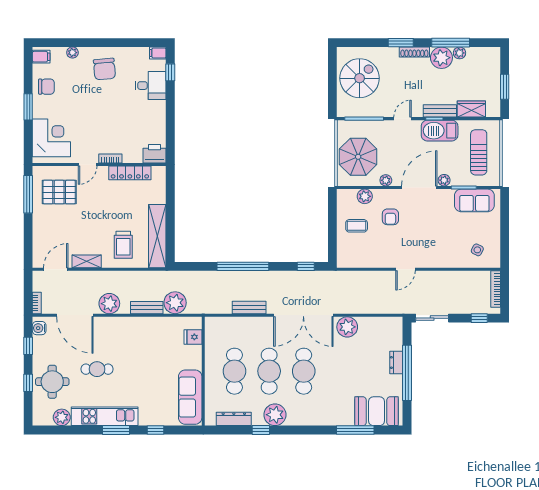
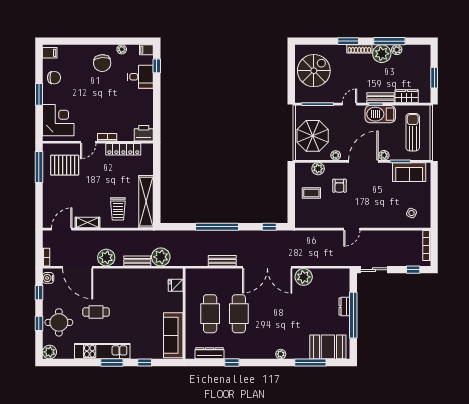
plant: (72, 53) -> (122, 49), moved
cafe table: (304, 371) -> (268, 314), removed
plant: (275, 415) -> (281, 354), moved, width x0.53, depth x0.53
plant: (62, 417) -> (49, 352), moved

